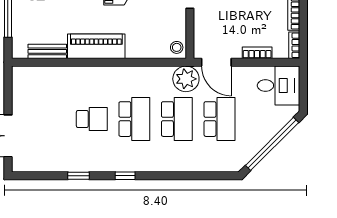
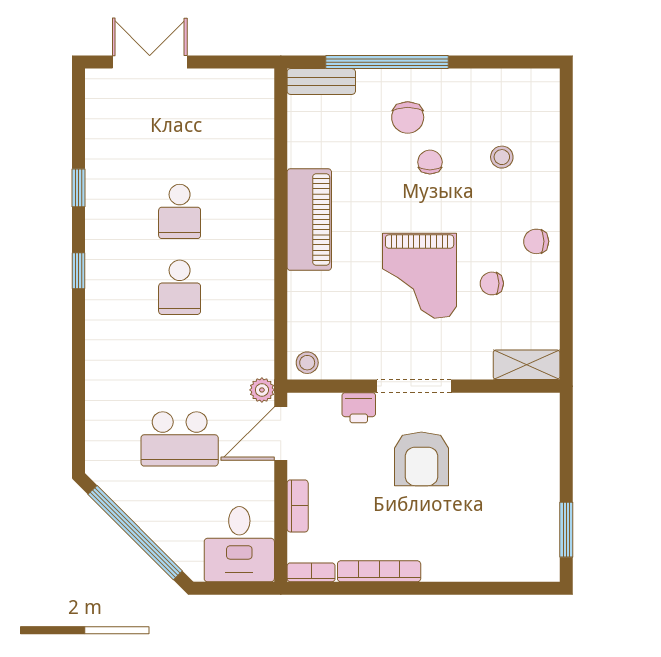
printer: (202, 18) -> (359, 408), added
bench: (47, 51) -> (321, 81), moved, turned 90
plant: (186, 79) -> (262, 390), width x0.53, depth x0.53
school desk: (134, 119) -> (180, 287), width x0.54
school desk: (177, 119) -> (180, 363), removed

